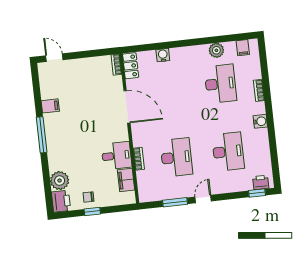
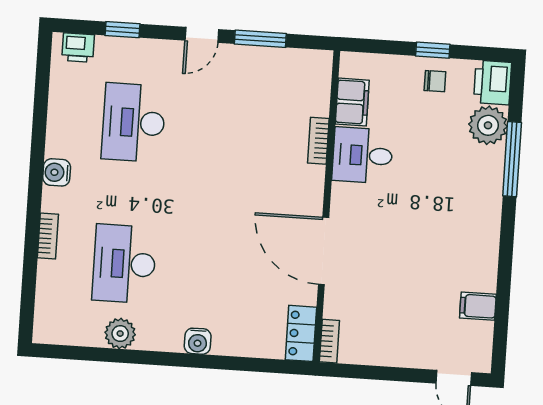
filing cabinet: (243, 48) -> (65, 329), removed
water cooler: (163, 55) -> (198, 341), moved
filing cabinet: (50, 106) -> (478, 306), moved
window: (42, 135) -> (512, 159), moved
desk: (176, 157) -> (241, 130), removed
window: (257, 193) -> (122, 30), moved

